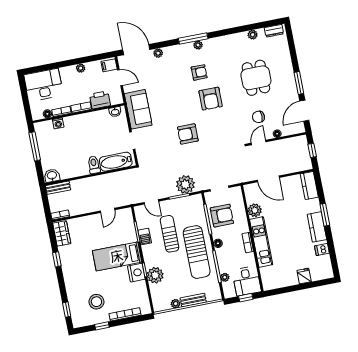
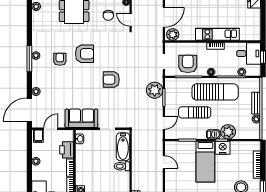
armchair: (188, 134) -> (111, 80), turned 90
plant: (255, 210) -> (173, 34), moved
barbecue: (145, 237) -> (213, 134), moved

